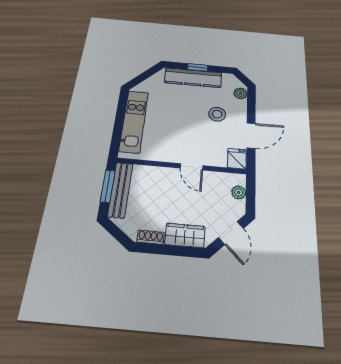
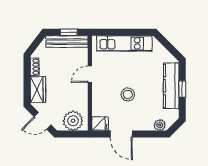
stool: (217, 114) -> (128, 94), moved
door: (192, 167) -> (90, 74), moved
window: (108, 186) -> (69, 32), width x0.67
plant: (239, 192) -> (73, 121), width x1.88, depth x1.88

